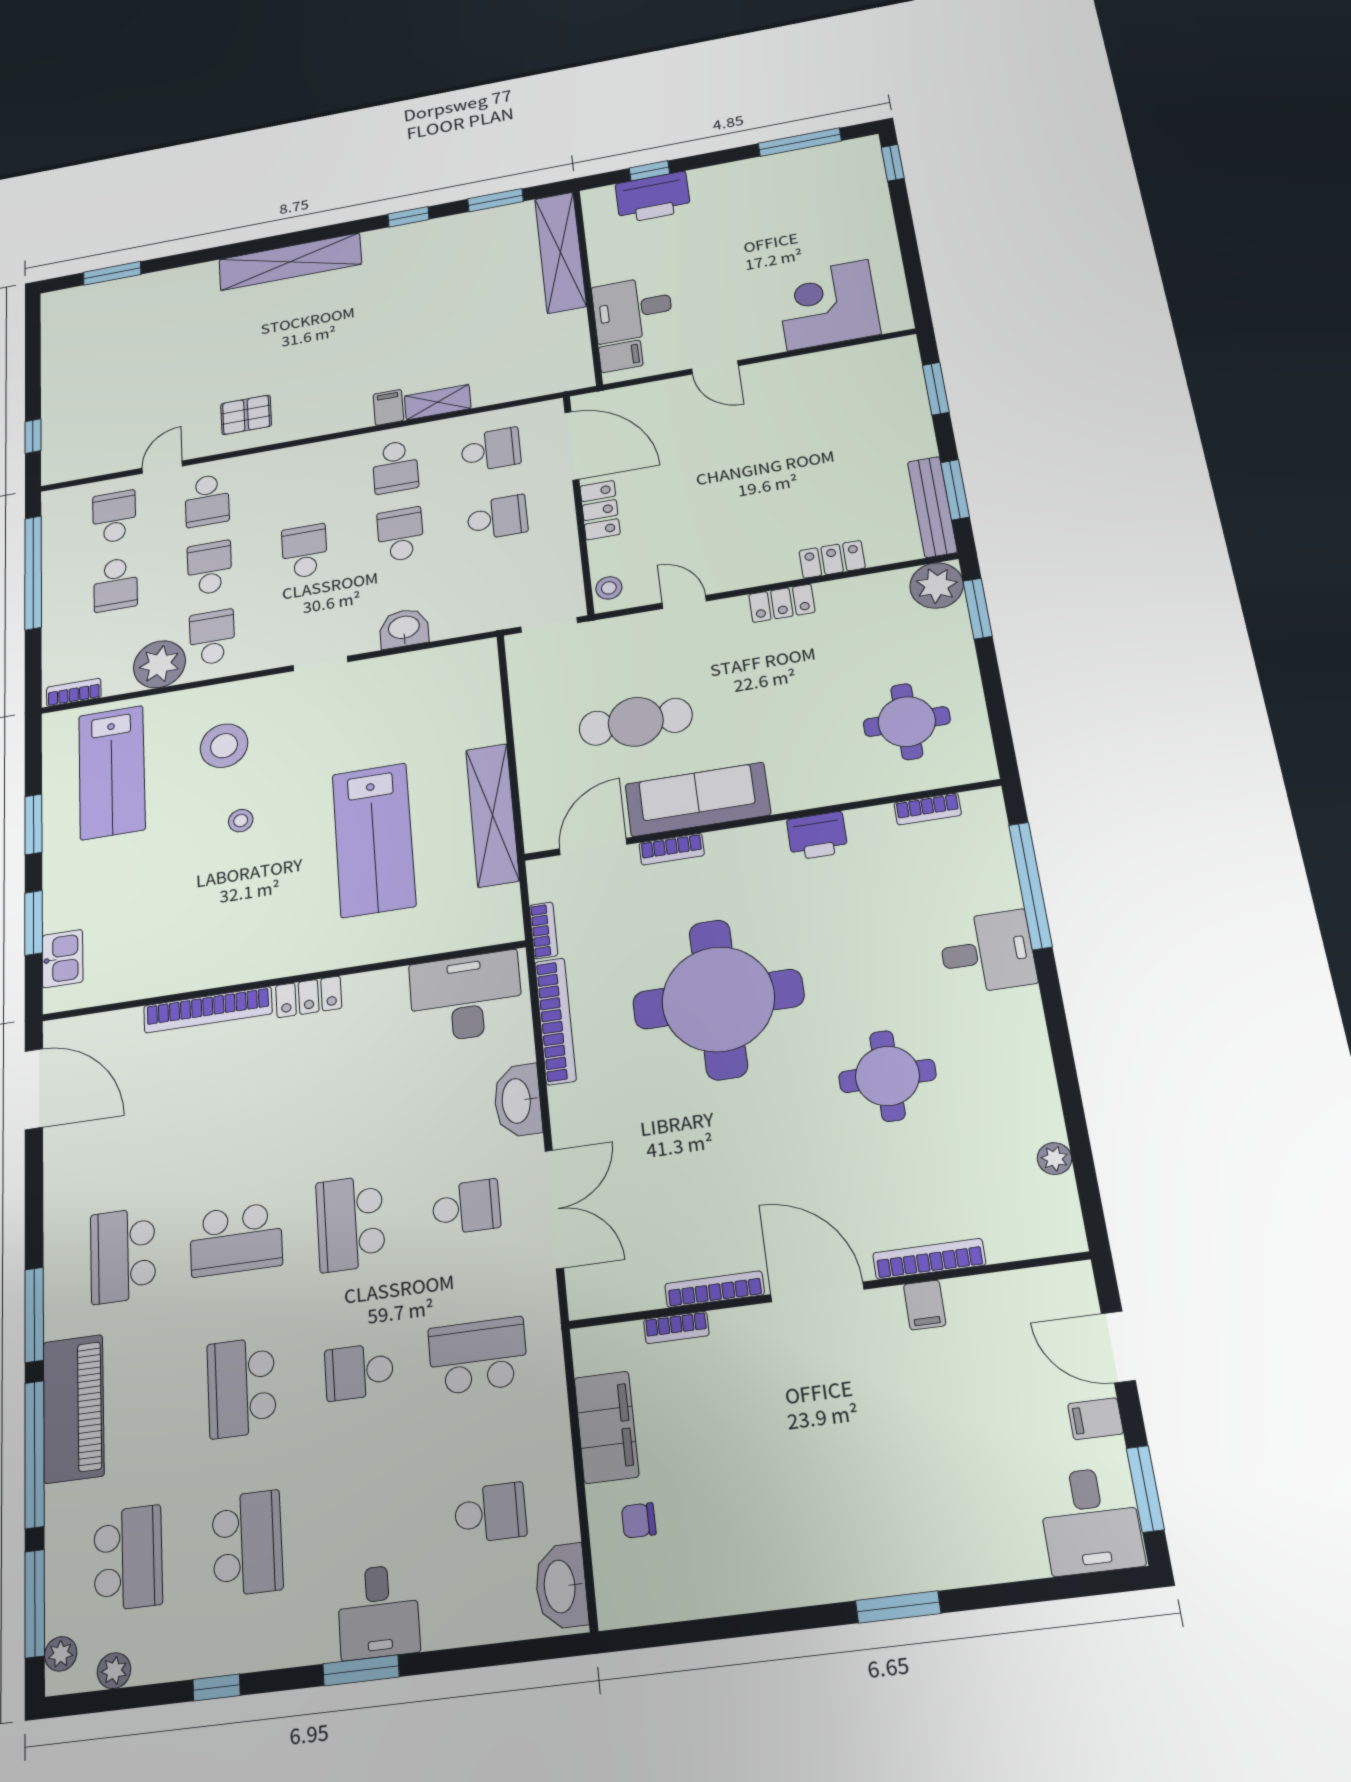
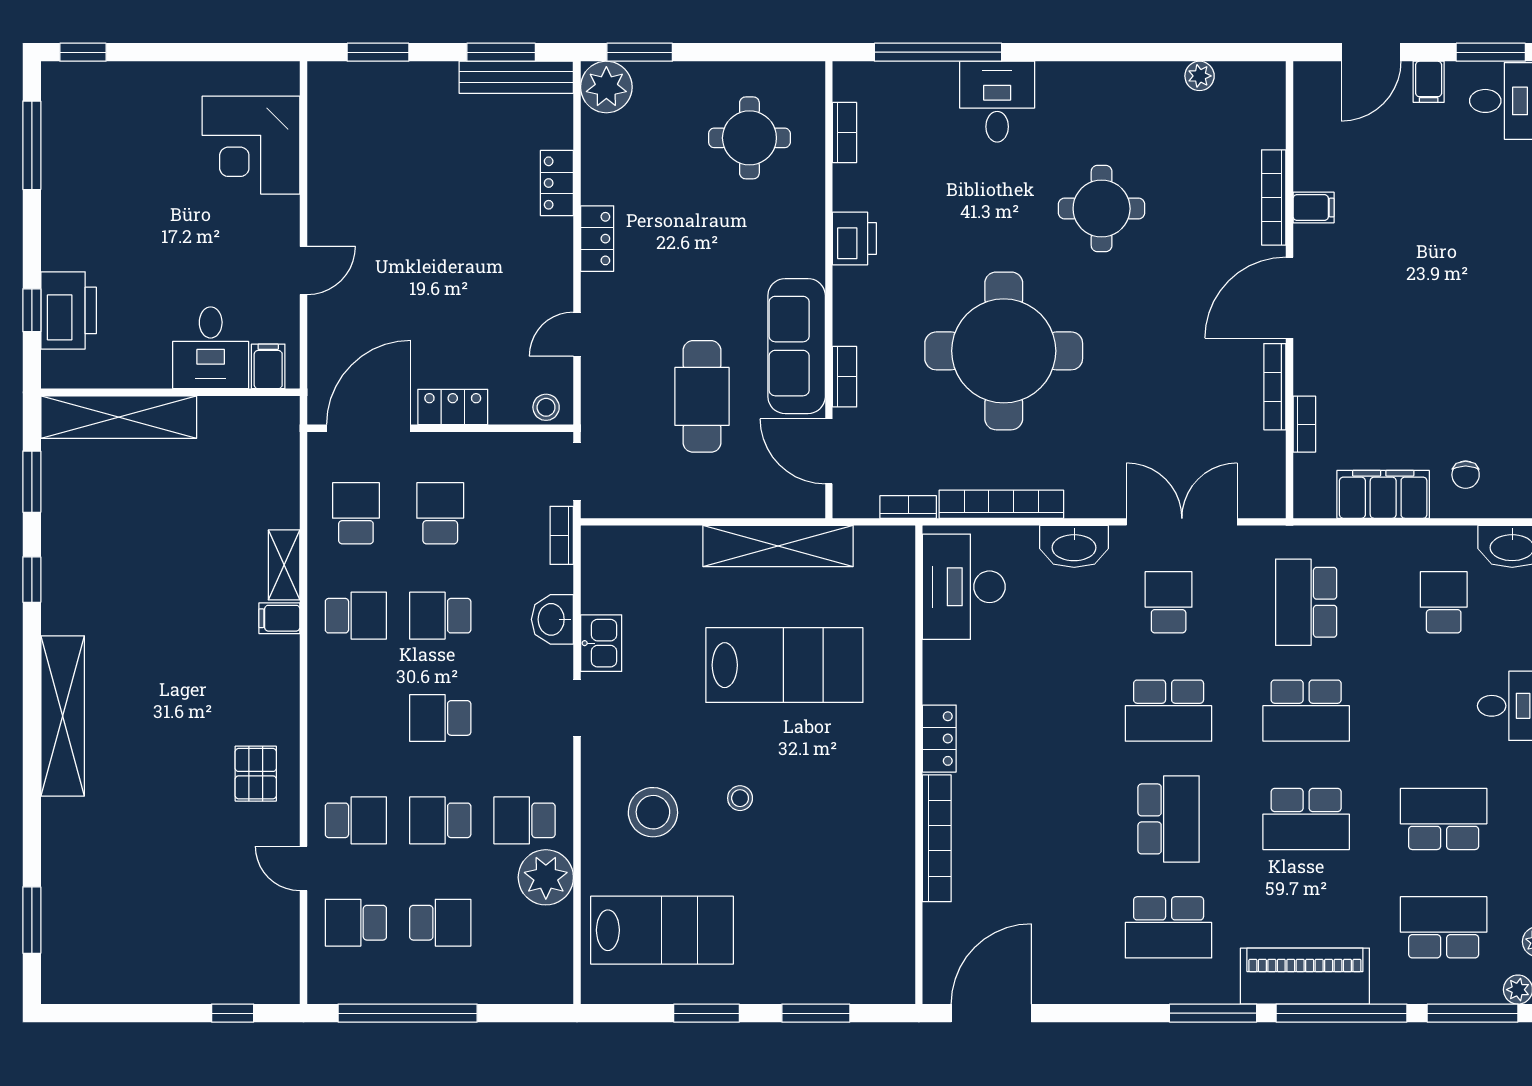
bookcase: (74, 692) -> (562, 535), moved
kitchen sink: (63, 959) -> (601, 643), moved, turned 90
school desk: (359, 1372) -> (1306, 711), width x1.85

